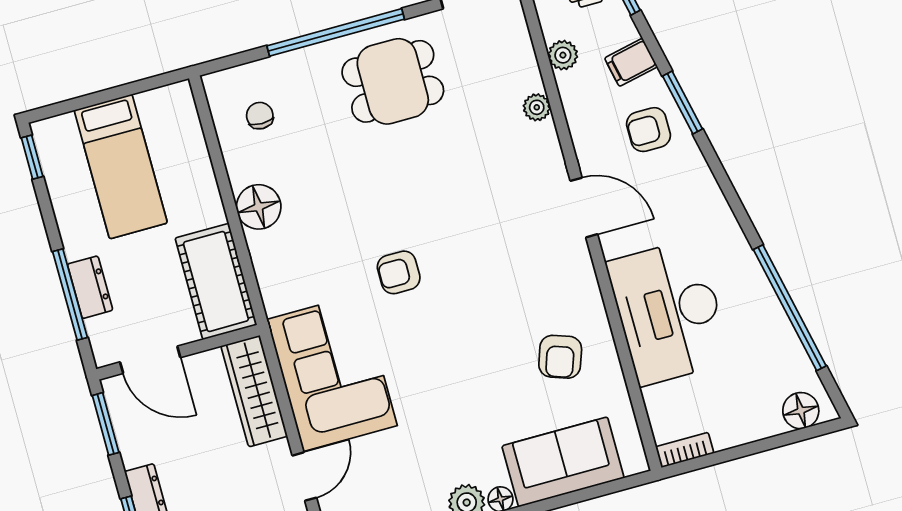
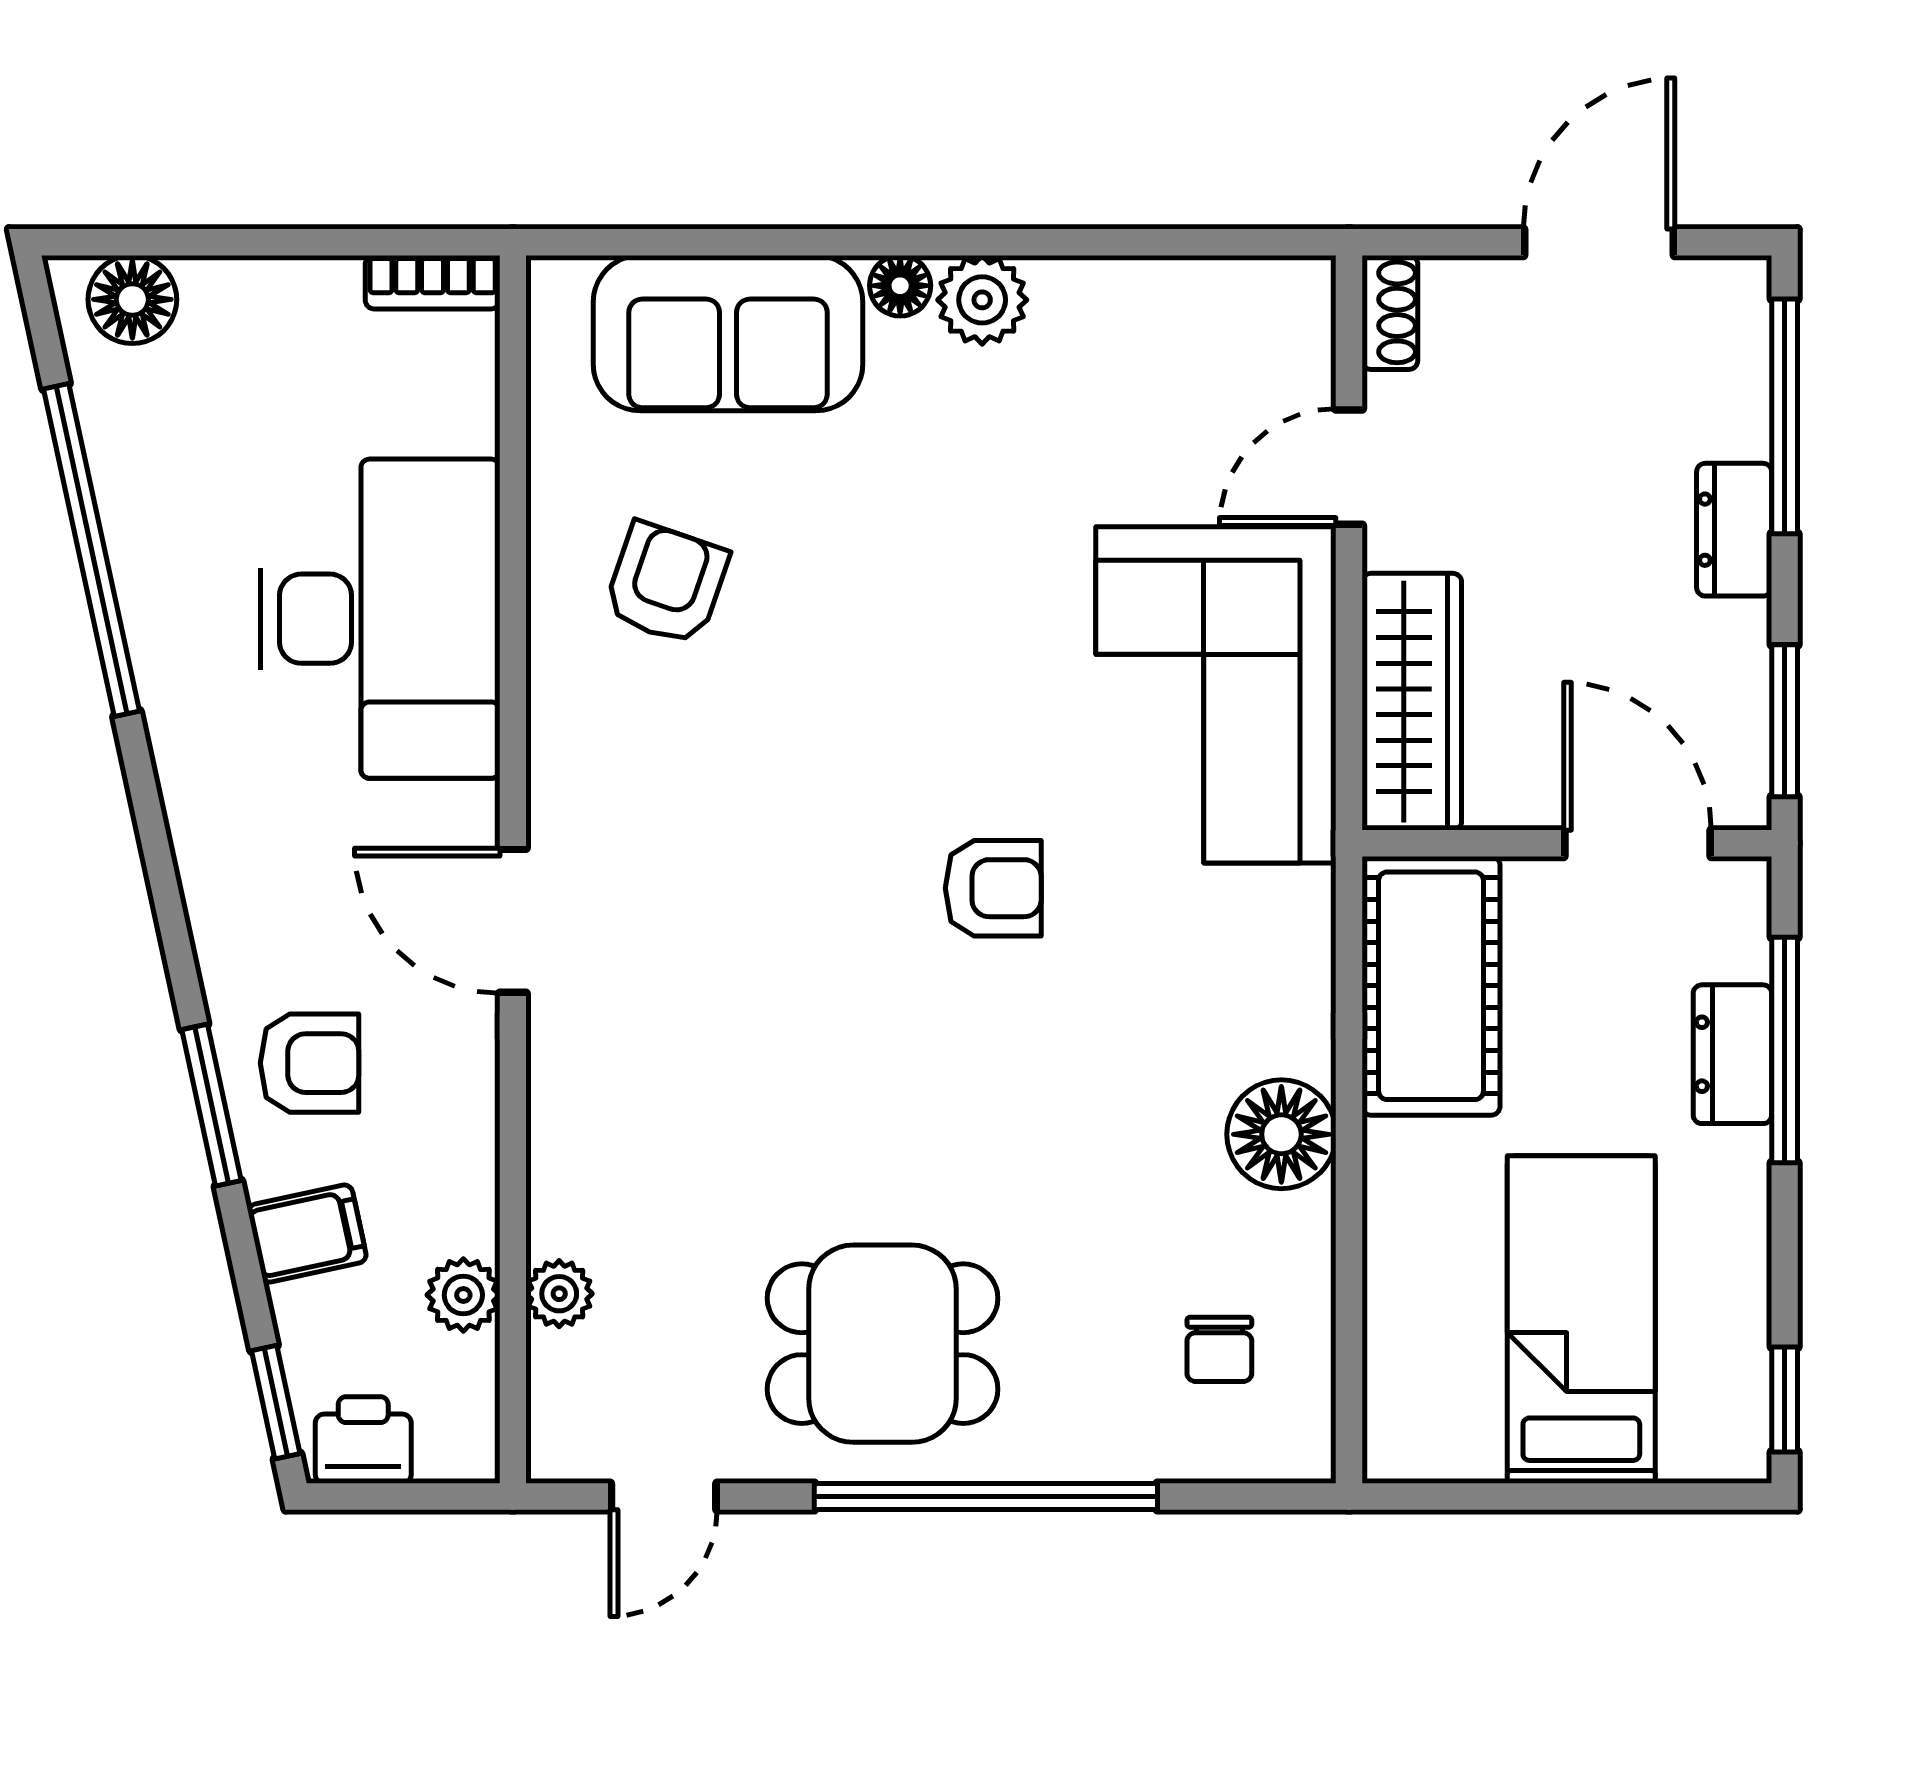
plant: (537, 107) -> (559, 1294), moved

